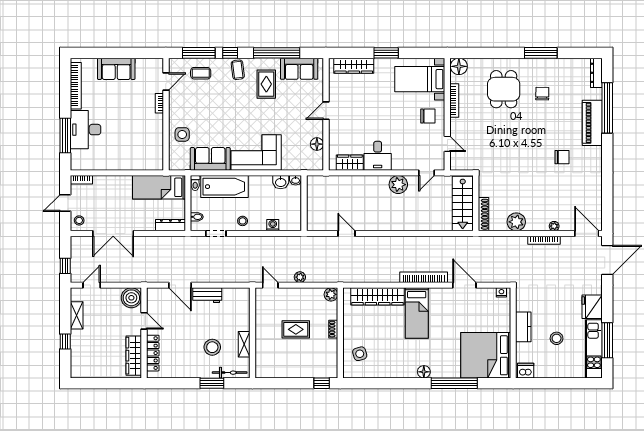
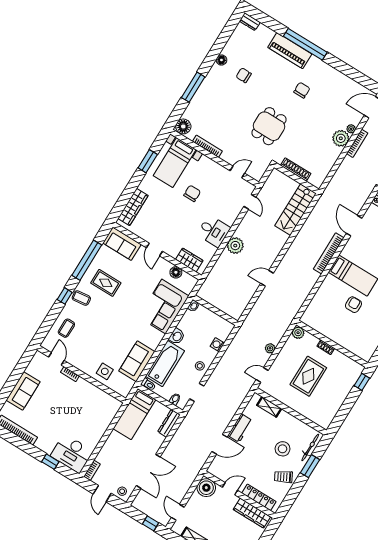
window: (199, 53) -> (50, 320), removed
window: (386, 53) -> (148, 161), moved
window: (541, 53) -> (193, 87), moved
floor lamp: (544, 64) -> (221, 60), added
sofa: (299, 69) -> (122, 244), moved, turned 90
dresser: (596, 73) -> (250, 22), width x0.70
dining table: (504, 89) -> (269, 126), moved, turned 90
window: (607, 108) -> (305, 44), moved
chair: (428, 116) -> (192, 193), moved
desk: (86, 130) -> (72, 453), moved
window: (65, 136) -> (50, 462), width x0.46
corner sofa: (256, 152) -> (164, 307), moved
wardrobe: (350, 163) -> (189, 260), moved, turned 90
washbasin: (281, 182) -> (177, 336), moved
plant: (398, 185) -> (235, 246), moved
stairs: (463, 203) -> (296, 210), moved, turned 90
shoe rack: (483, 214) -> (296, 170), moved
plant: (516, 222) -> (341, 138), moved
door: (346, 234) -> (267, 278), moved
door: (464, 285) -> (354, 226), hinge flipped
wardrobe: (378, 296) -> (322, 298), removed
rug: (296, 329) -> (308, 376), width x1.36, depth x1.43
armchair: (390, 330) -> (353, 305), added
shelving: (244, 344) -> (269, 407), moved
side table: (360, 354) -> (357, 339), removed
trolley: (186, 364) -> (283, 477), added

